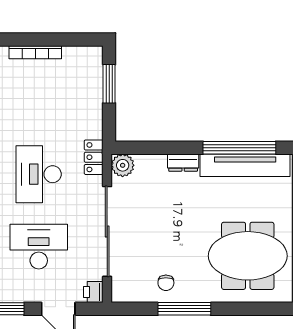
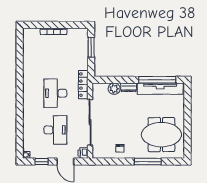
locker: (94, 157) -> (83, 85), width x1.53
plant: (123, 165) -> (114, 89), moved
desk: (39, 247) -> (55, 130), turned 90
window: (184, 309) -> (148, 162), moved

